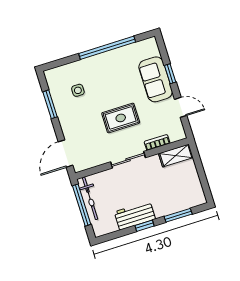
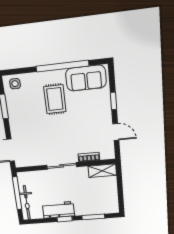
sofa: (156, 79) -> (86, 78), moved, turned -90
side table: (78, 90) -> (15, 84), moved
rug: (121, 118) -> (55, 99), moved, turned 90
bicycle: (90, 198) -> (27, 203), moved

